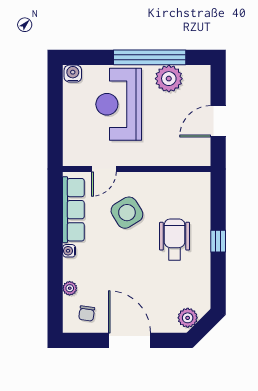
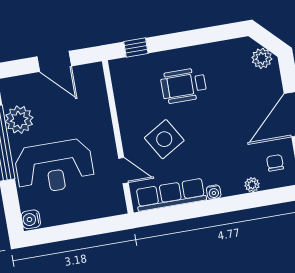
window: (218, 241) -> (136, 47), moved
chair: (87, 313) -> (275, 163), turned -98

